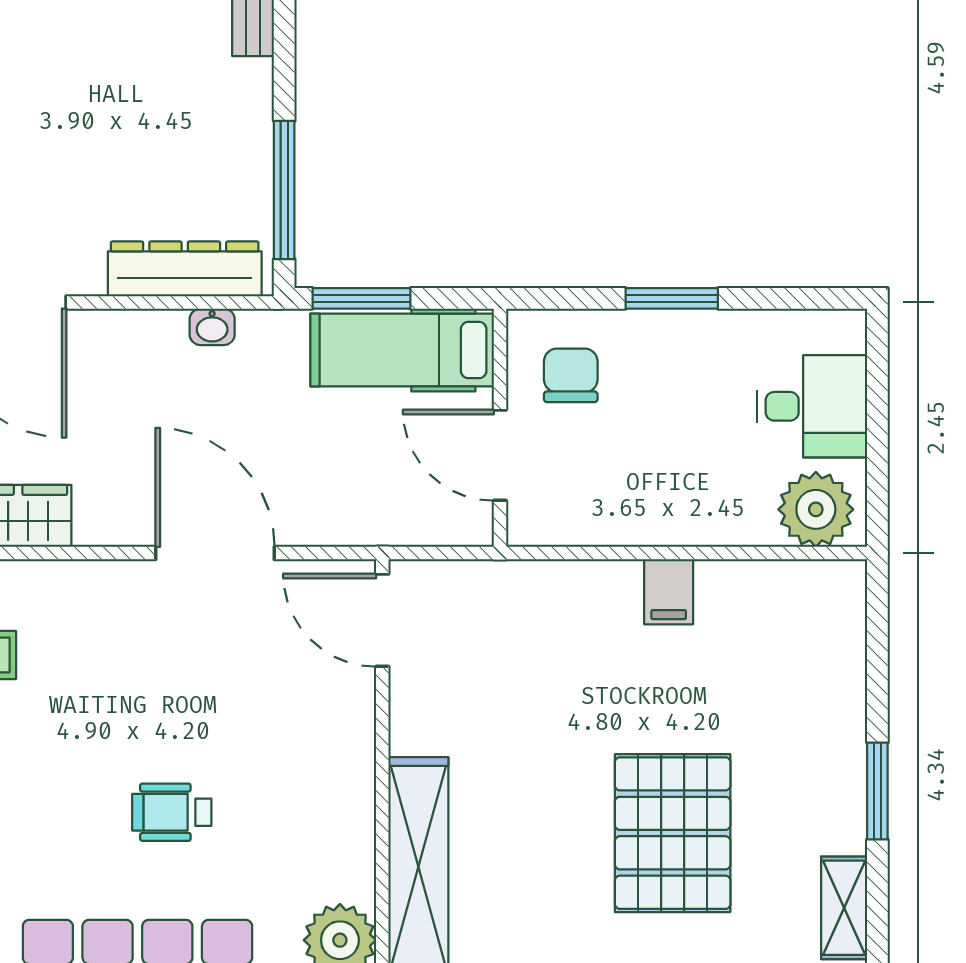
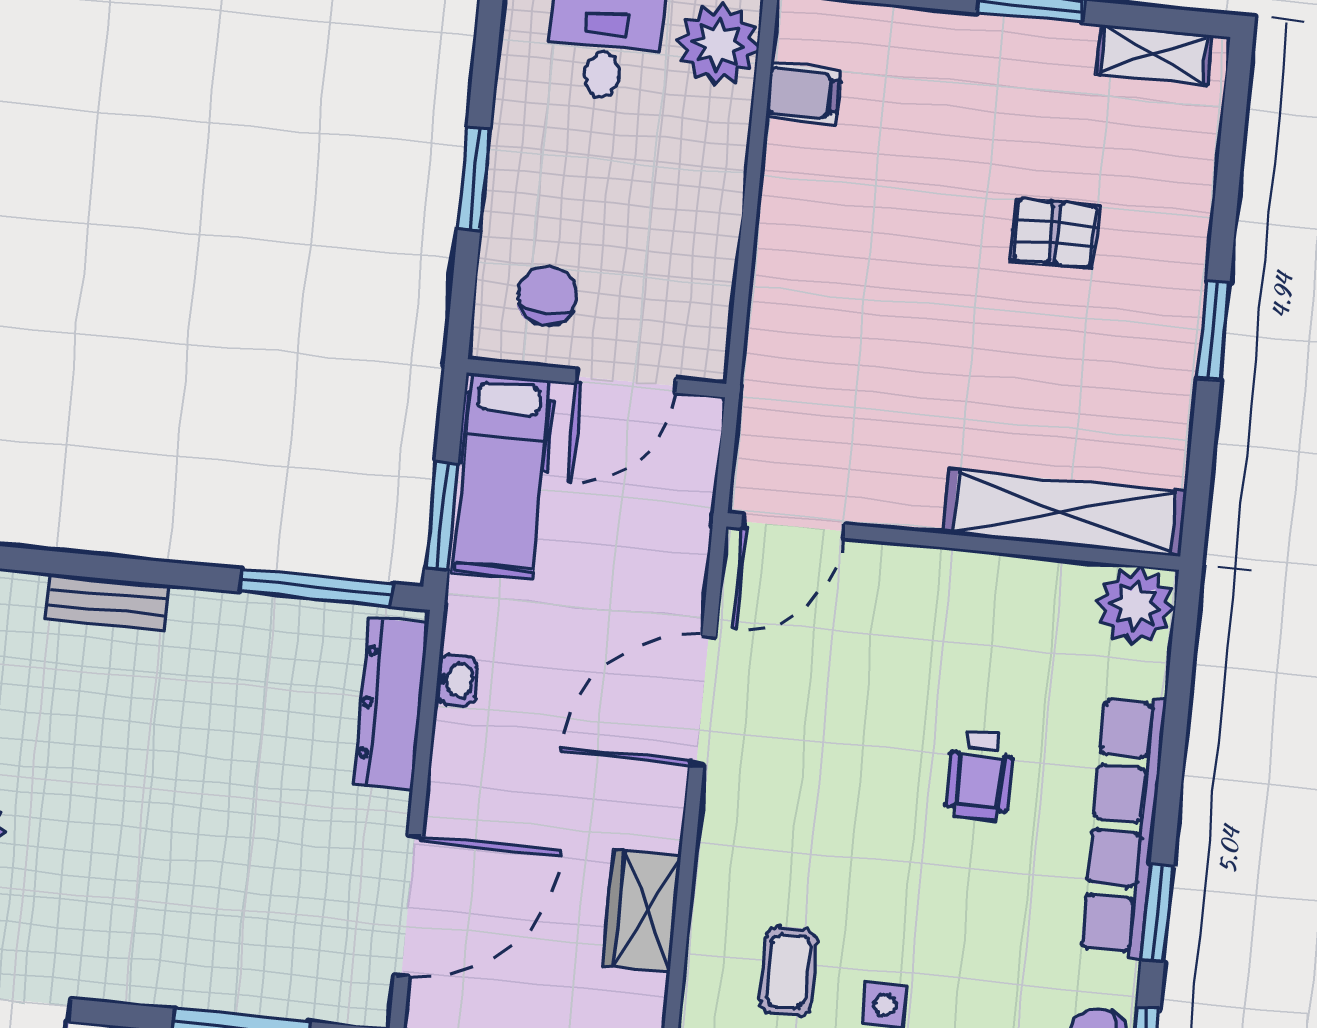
chair: (571, 375) -> (547, 296), turned 90
filing cabinet: (669, 592) -> (804, 94), moved
pallet: (673, 833) -> (1055, 233), width x0.49, depth x0.50

